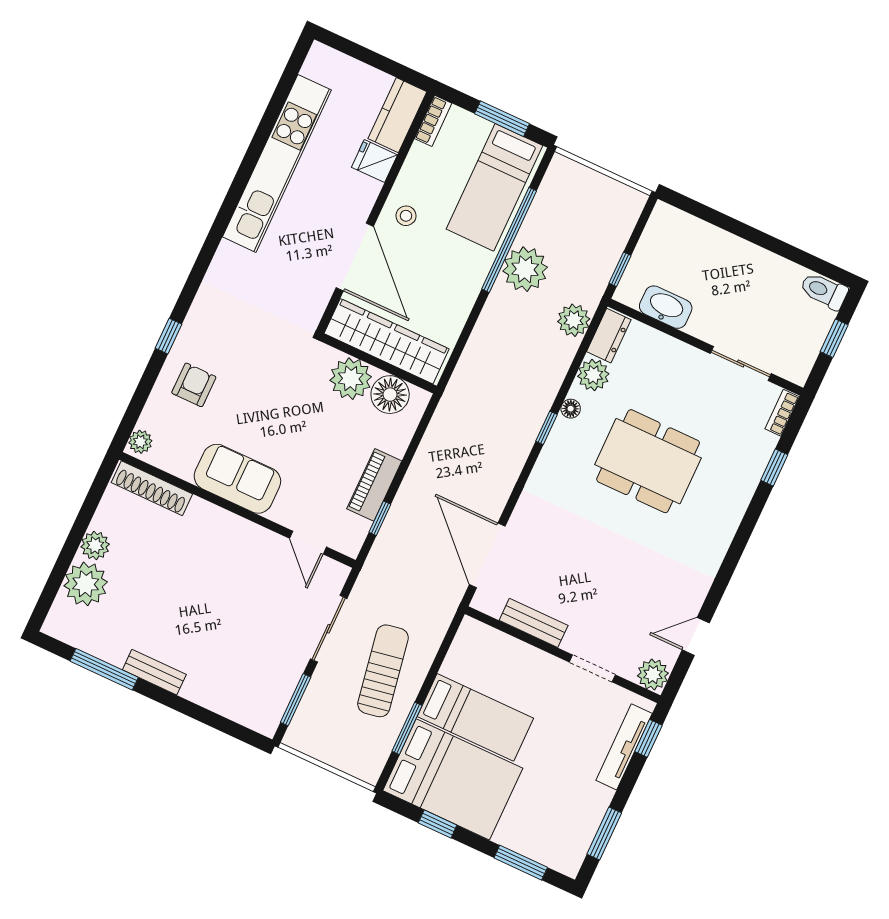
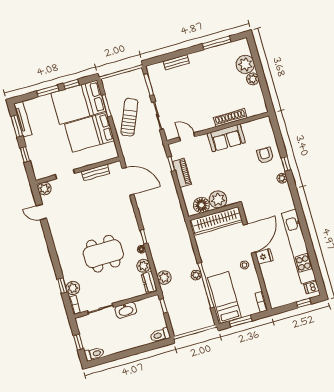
window: (358, 52) -> (304, 303), added
dishwasher: (318, 68) -> (312, 287), added
kitchen counter: (397, 115) -> (274, 294), removed
fridge: (374, 161) -> (264, 257), moved
toilet: (672, 221) -> (160, 335), added
door: (355, 257) -> (249, 238), swing flipped
plant: (525, 269) -> (196, 275), width x0.53, depth x0.53
washbasin: (666, 307) -> (126, 310), moved
armchair: (194, 385) -> (265, 155), turned 180
plant: (140, 442) -> (282, 178), moved
plant: (758, 446) -> (73, 288), added
shoe rack: (152, 488) -> (230, 118), moved
door: (696, 636) -> (41, 212), swing flipped
sun lounger: (383, 671) -> (129, 117), turned -147
bench: (154, 672) -> (176, 62), moved
bed: (475, 717) -> (89, 132), width x1.50
window: (648, 738) -> (25, 154), moved
tv unit: (624, 747) -> (23, 119), moved
window: (521, 863) -> (48, 91), moved

